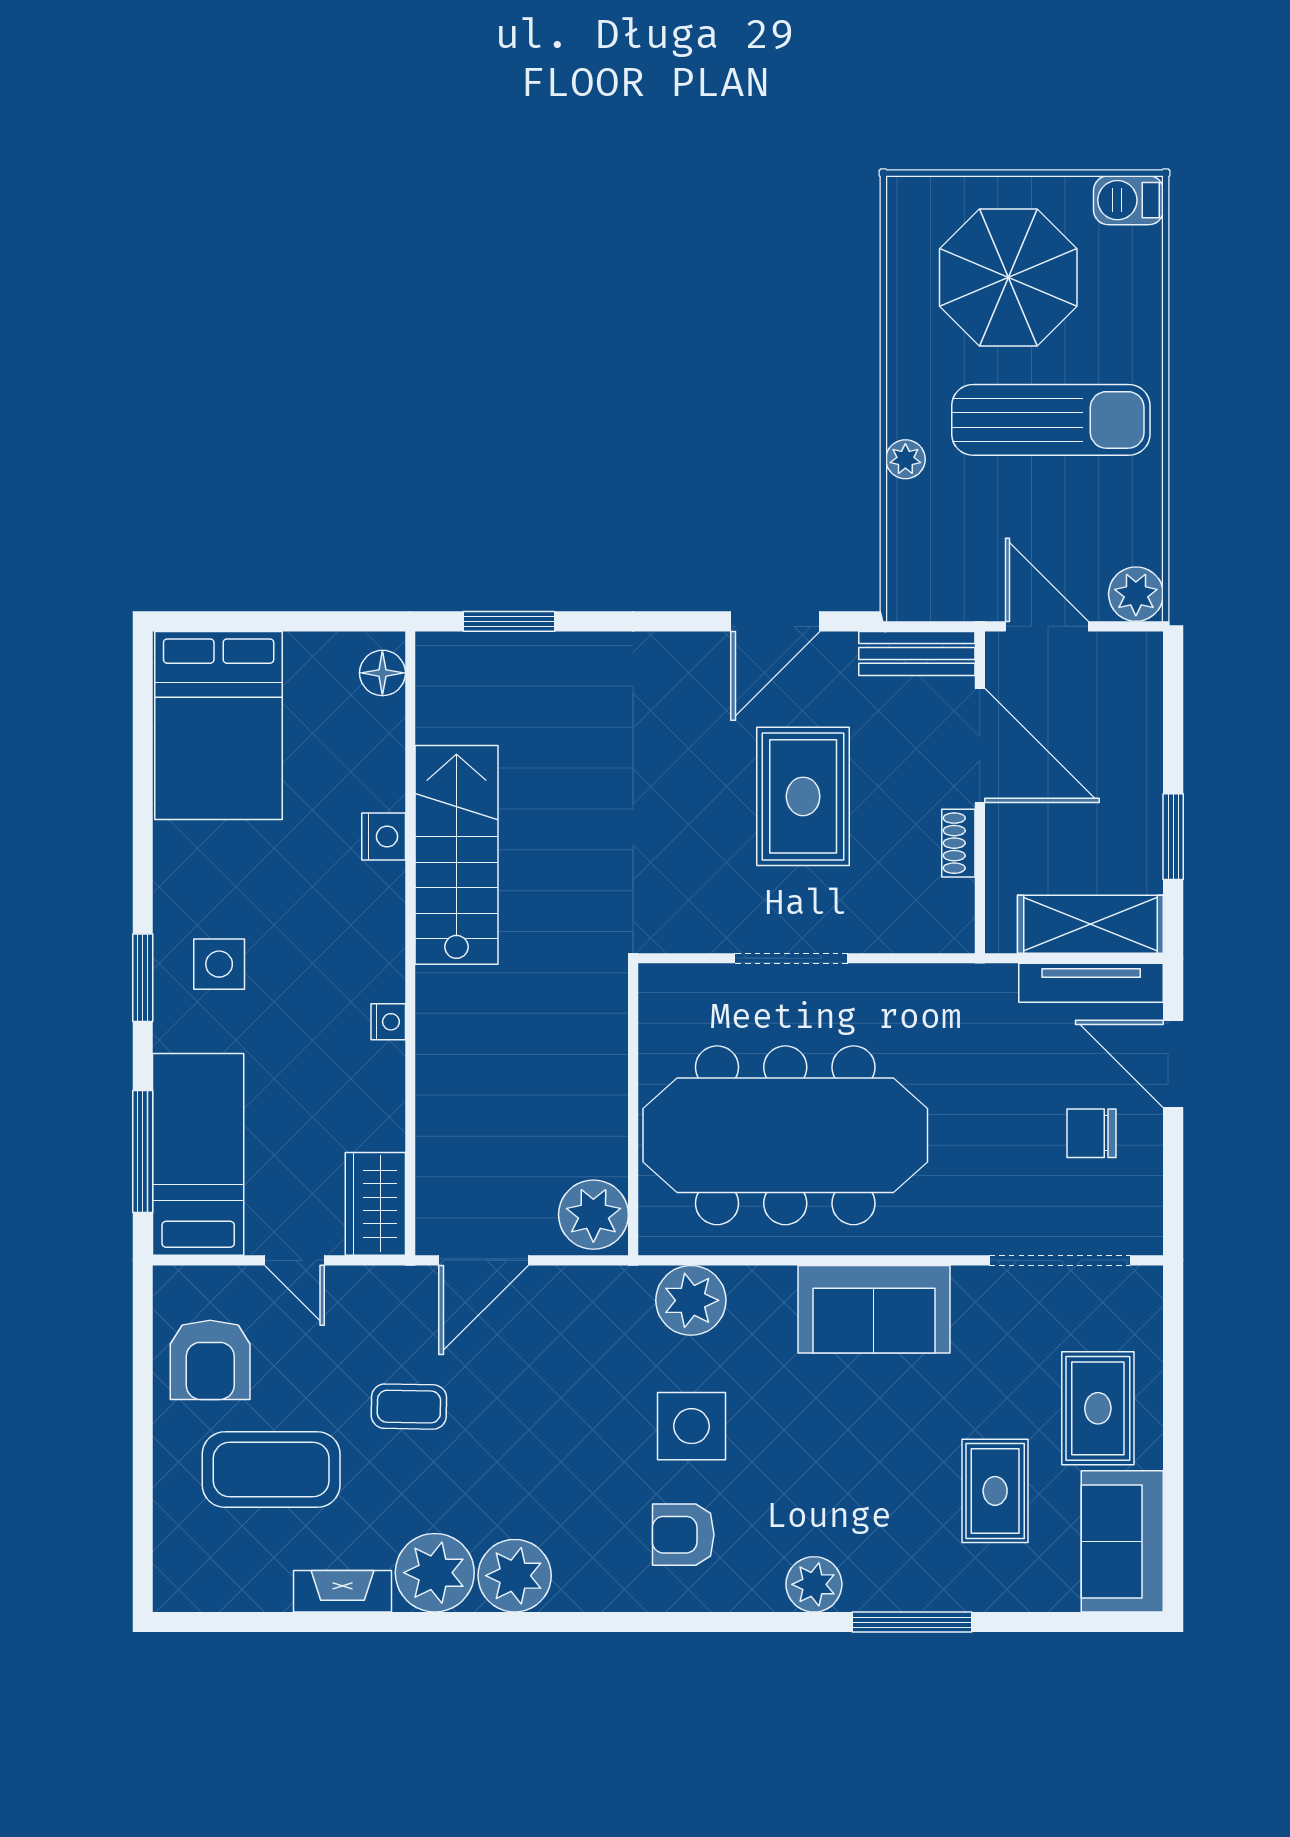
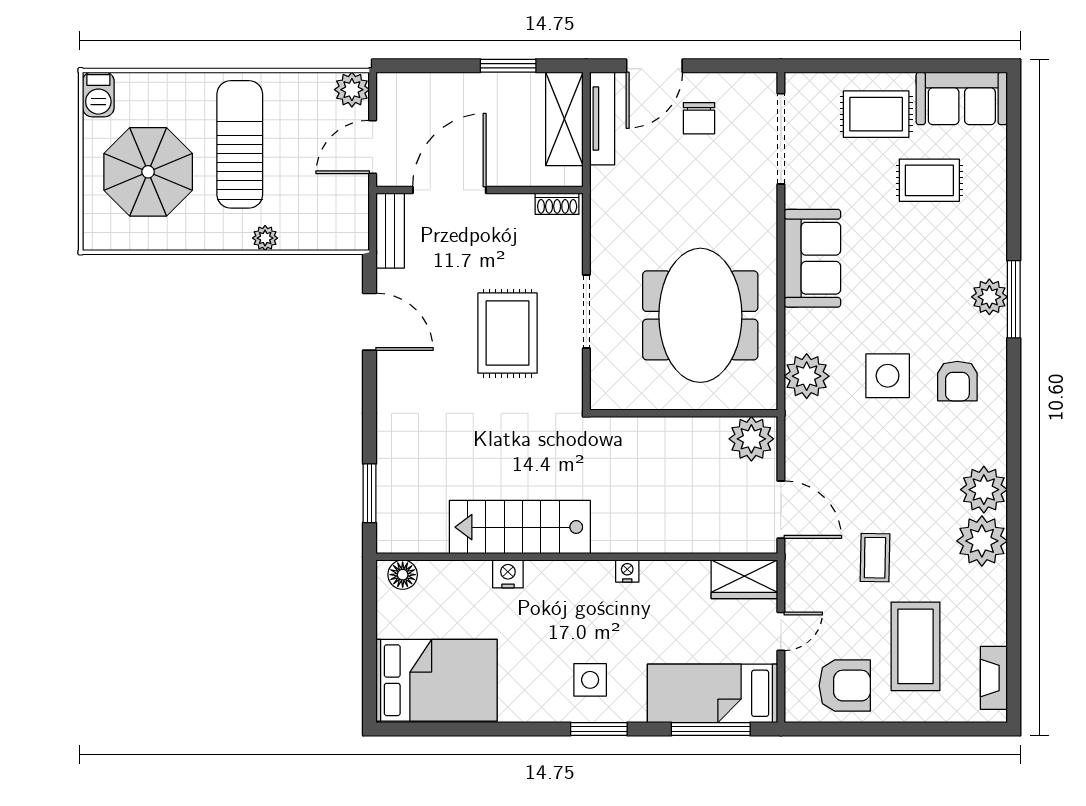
rug: (803, 796) -> (508, 333), moved, turned 90
shoe rack: (958, 843) -> (557, 204), moved
meeting table: (785, 1135) -> (700, 315), width x0.73
fireplace: (342, 1591) -> (994, 678), moved
window: (912, 1622) -> (1014, 299), moved

